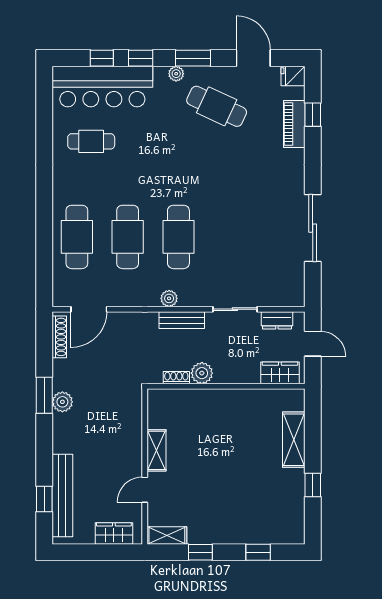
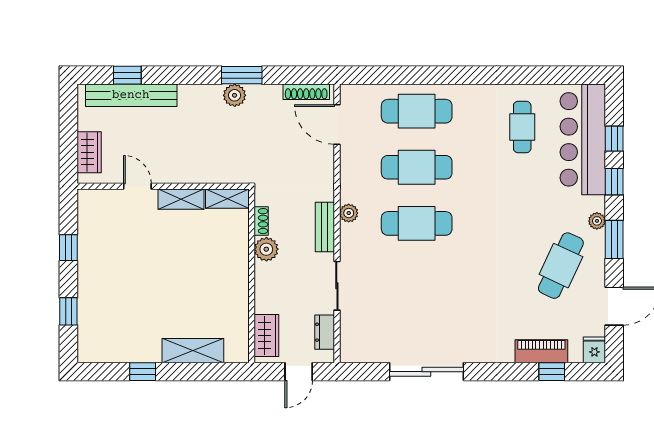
shelving: (167, 535) -> (227, 199), moved, turned 90

